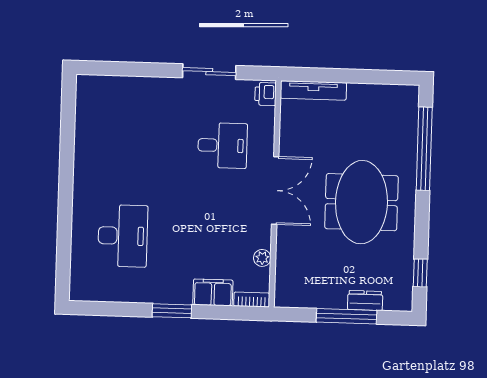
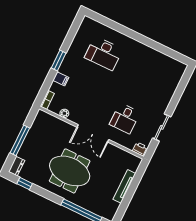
tv unit: (313, 90) -> (124, 186), moved
filing cabinet: (213, 292) -> (61, 79), width x0.50
dresser: (365, 300) -> (17, 166), moved

